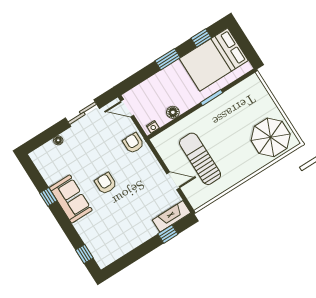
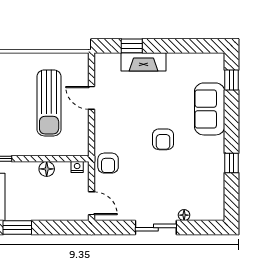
sliding door: (82, 113) -> (156, 228), moved
sofa: (71, 199) -> (210, 109), moved
fireplace: (172, 216) -> (143, 62), moved

